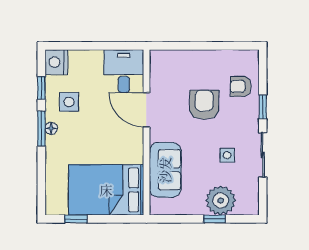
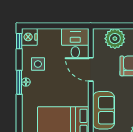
plant: (182, 64) -> (115, 39), added
window: (41, 88) -> (19, 41), moved

